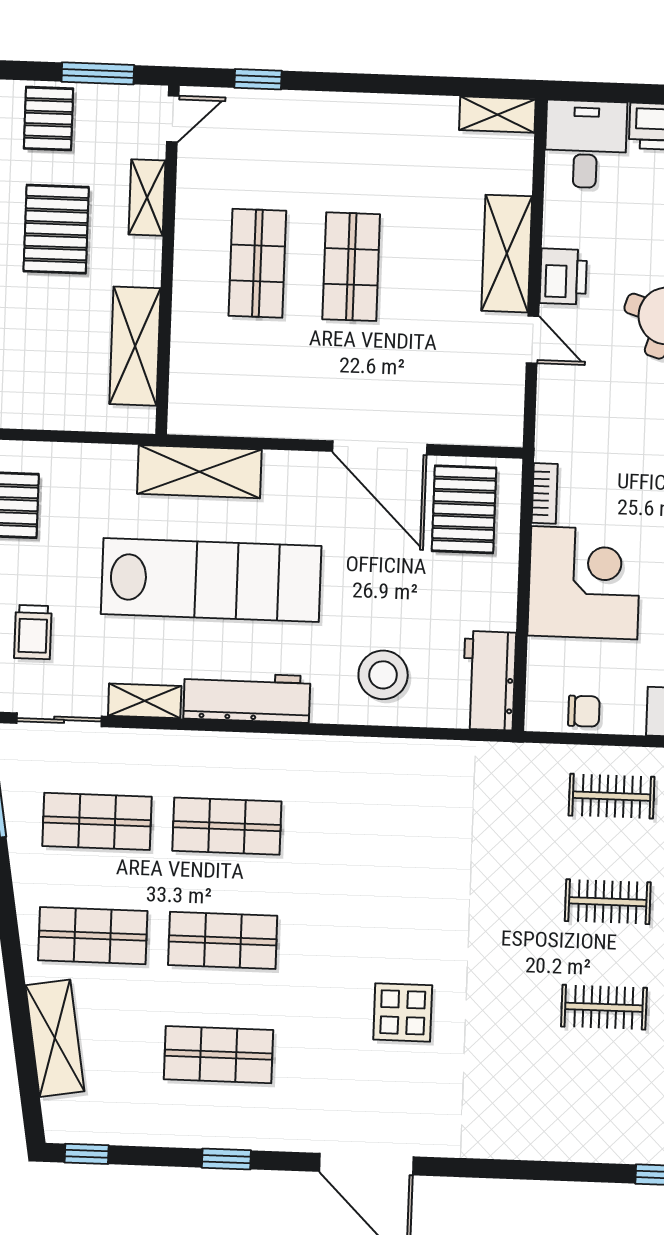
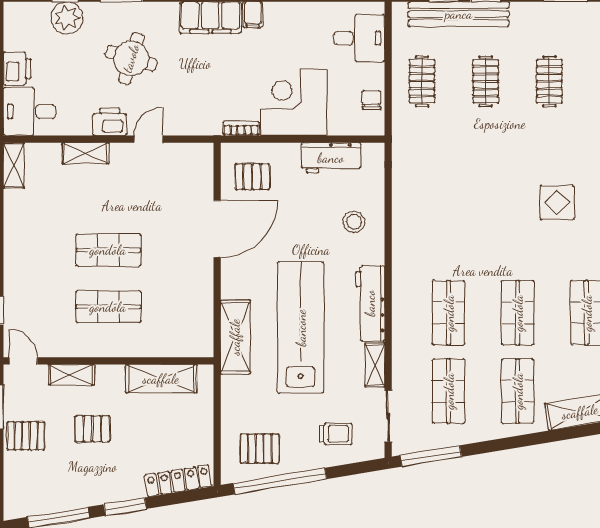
pallet: (56, 229) -> (92, 429), width x0.67, depth x0.71
shelving: (507, 254) -> (85, 153), width x0.67, depth x0.75
pallet: (464, 509) -> (252, 177), width x0.67, depth x0.71
stool: (383, 675) -> (354, 222), width x0.73, depth x0.73
workbench: (489, 681) -> (331, 158), moved

